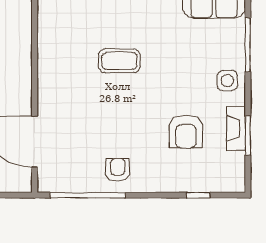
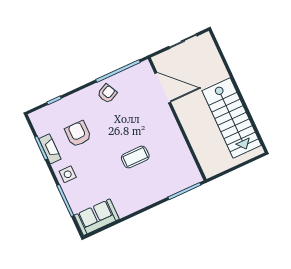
armchair: (118, 170) -> (107, 93), turned -117

